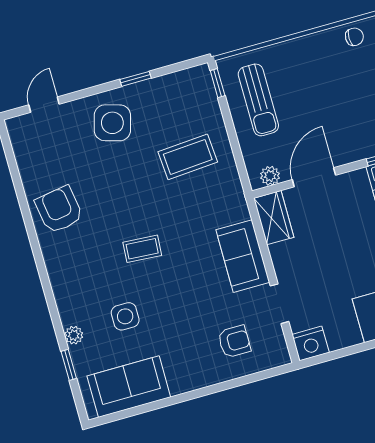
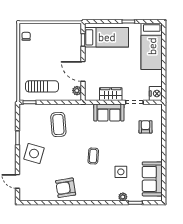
wardrobe: (274, 218) -> (111, 94), moved

